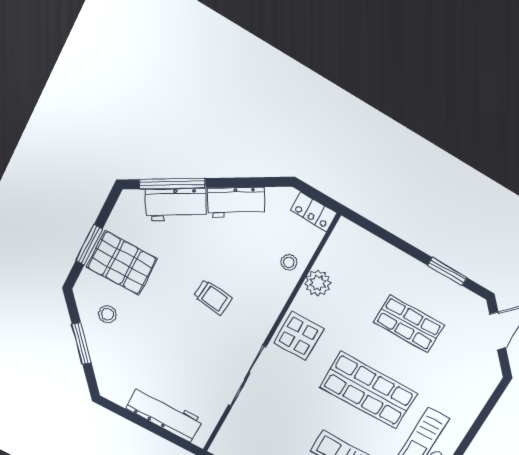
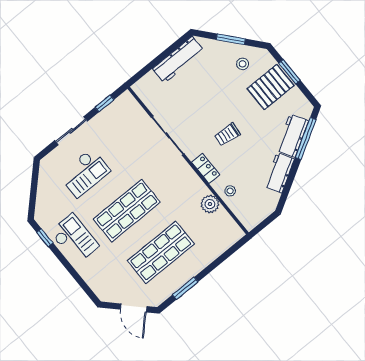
locker: (314, 212) -> (206, 168), moved, turned 90
shop shelf: (409, 324) -> (161, 252), width x1.43, depth x1.36
display table: (299, 336) -> (181, 179), removed
workbench: (164, 414) -> (178, 60), moved

